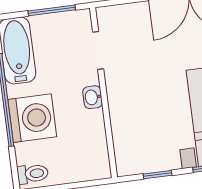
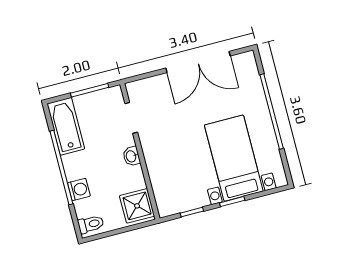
washing machine: (32, 118) -> (79, 189), width x0.53, depth x0.53
shower: (92, 159) -> (137, 206), added

